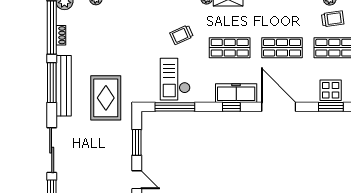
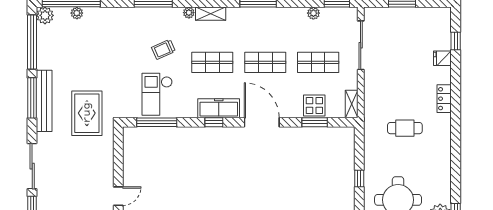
trolley: (333, 19) -> (317, 33), removed
shoe rack: (61, 35) -> (41, 50), removed
window: (137, 142) -> (118, 158), removed
door: (137, 180) -> (118, 196), hinge flipped

